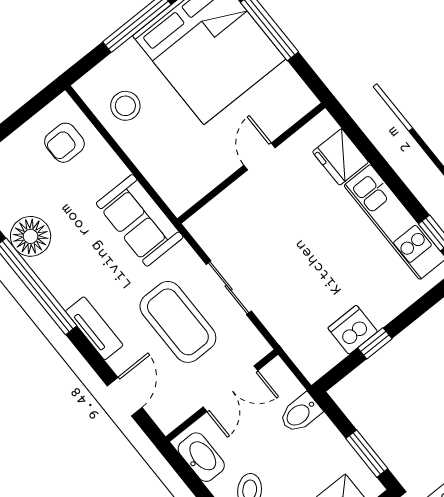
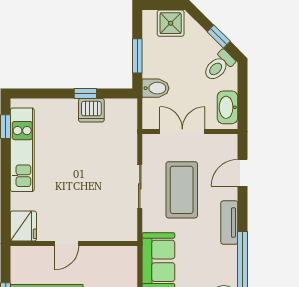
fridge: (340, 157) -> (23, 226), moved
window: (367, 454) -> (137, 56), moved

